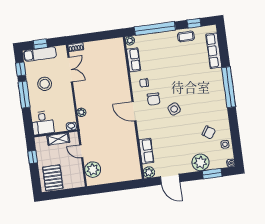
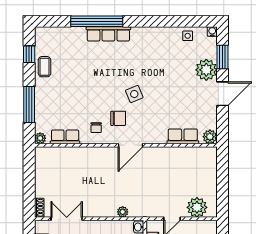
window: (155, 28) -> (29, 105), width x0.68
row of seats: (214, 51) -> (108, 34), moved
window: (229, 87) -> (97, 21), moved
chair: (209, 132) -> (170, 54), removed
door: (170, 179) -> (222, 94), moved

